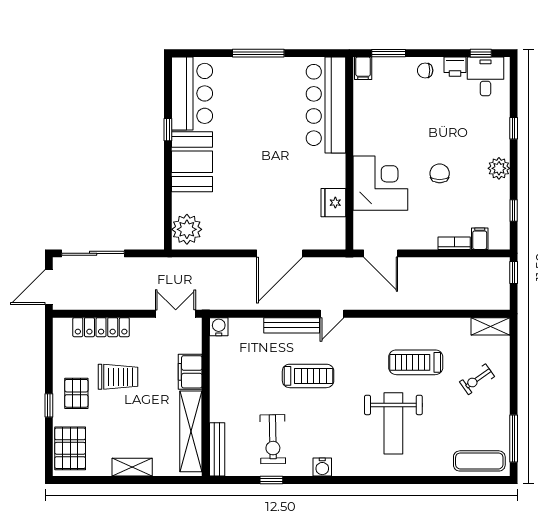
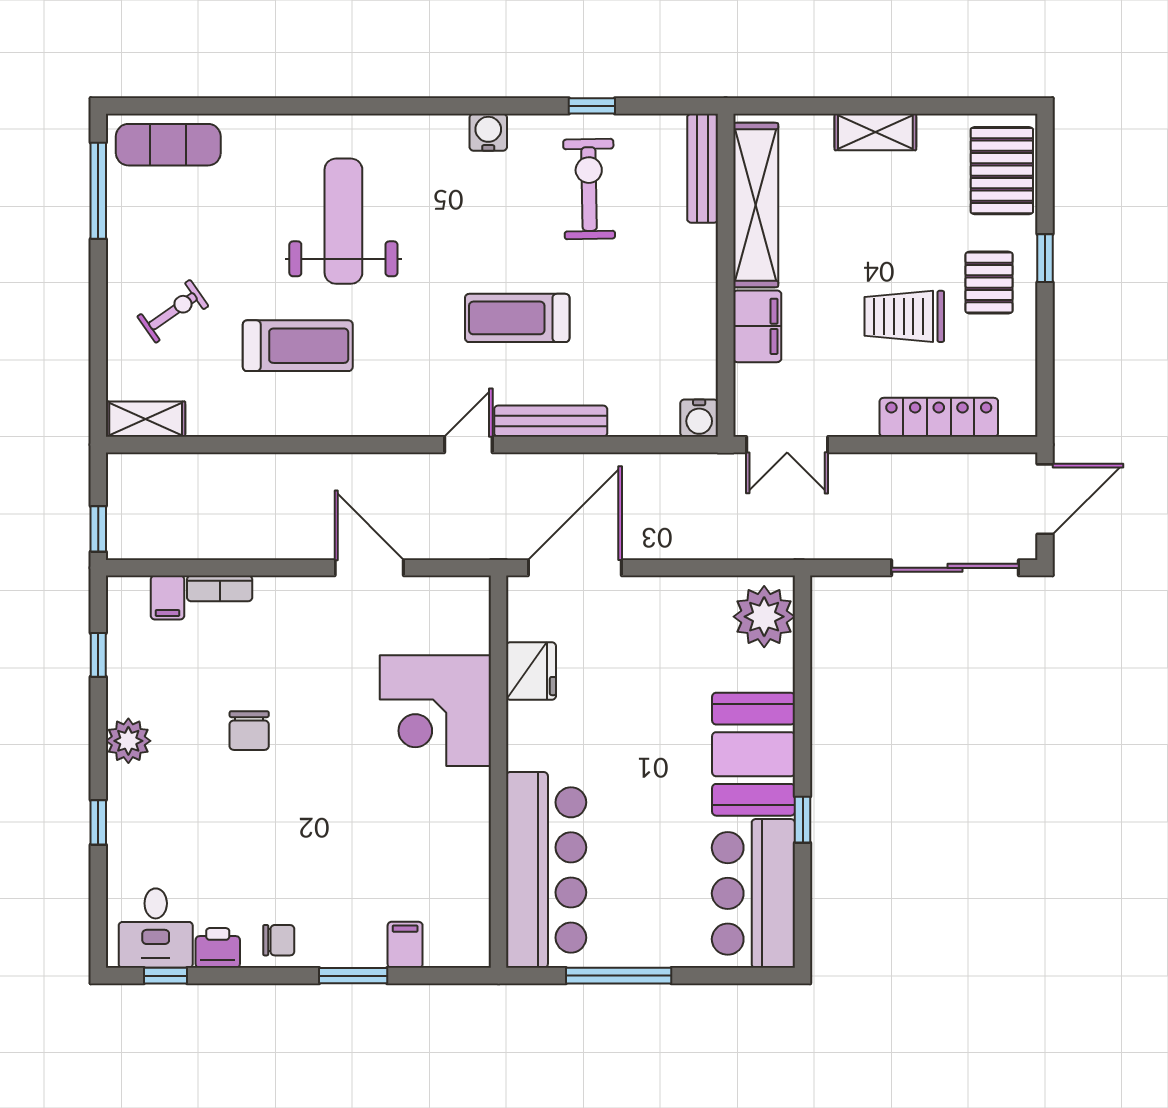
bar counter: (326, 105) -> (546, 870), moved
wall: (349, 153) -> (499, 772), moved
corner desk: (380, 183) -> (435, 711), moved
fridge: (333, 203) -> (531, 671), moved

